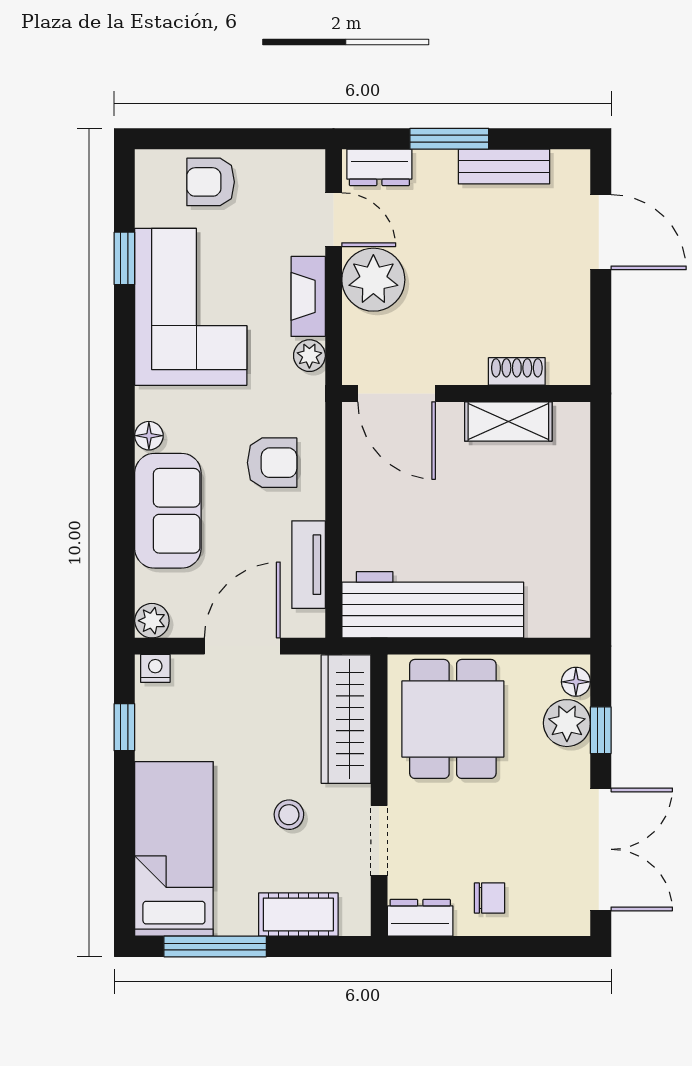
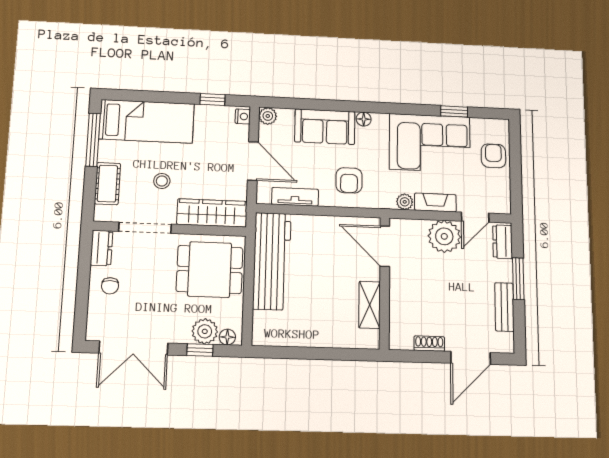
shoe rack: (517, 371) -> (429, 344), moved, turned -90
door: (397, 393) -> (385, 246), hinge flipped
doorway: (379, 841) -> (145, 228), width x1.38

